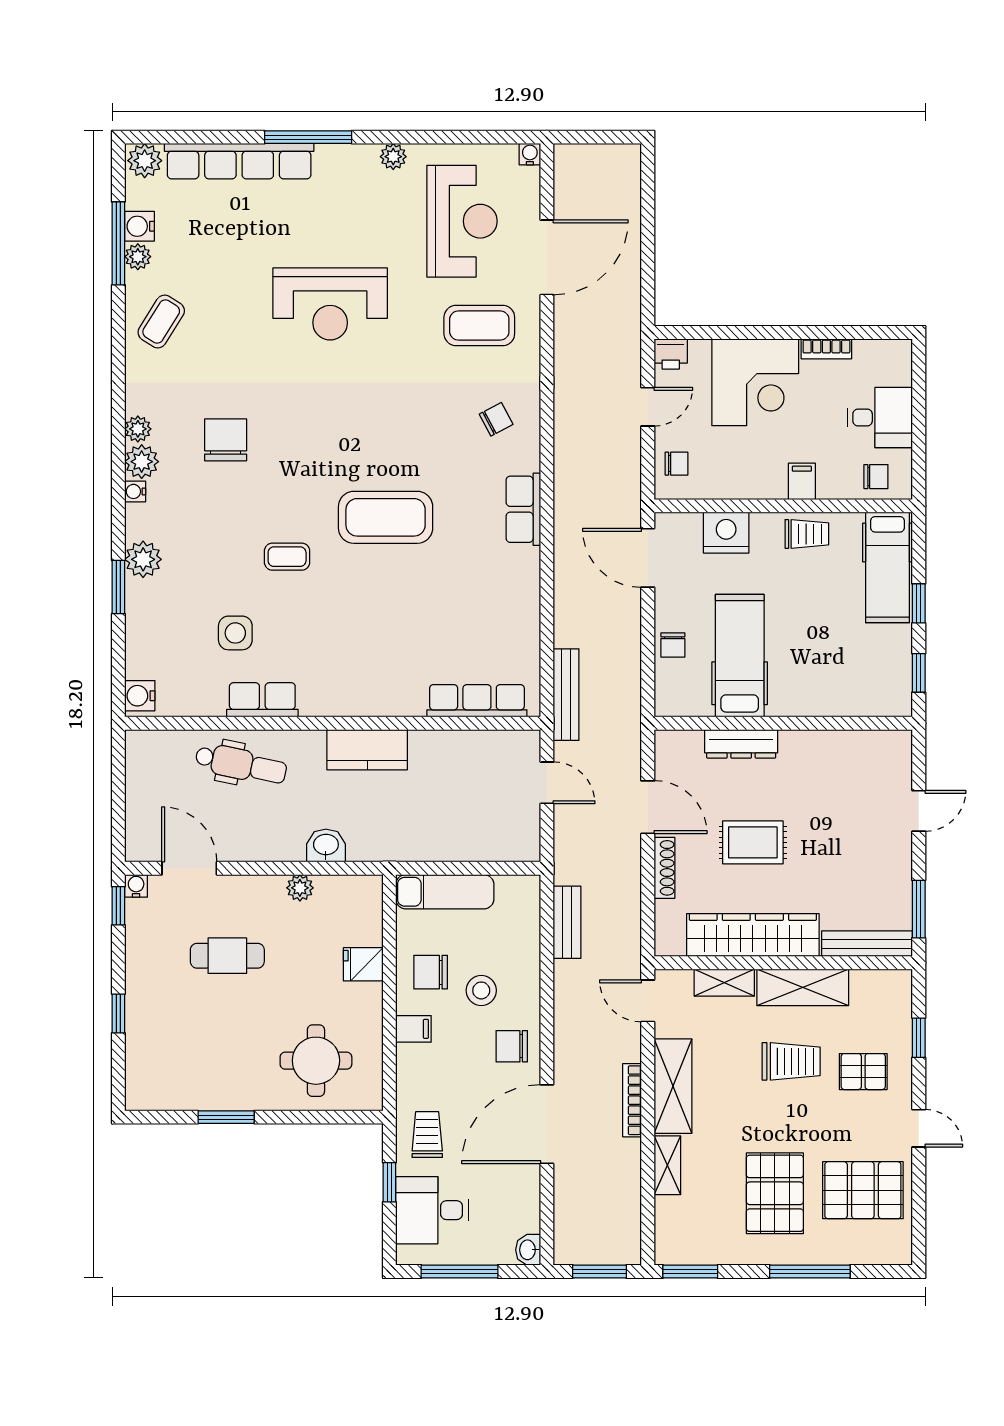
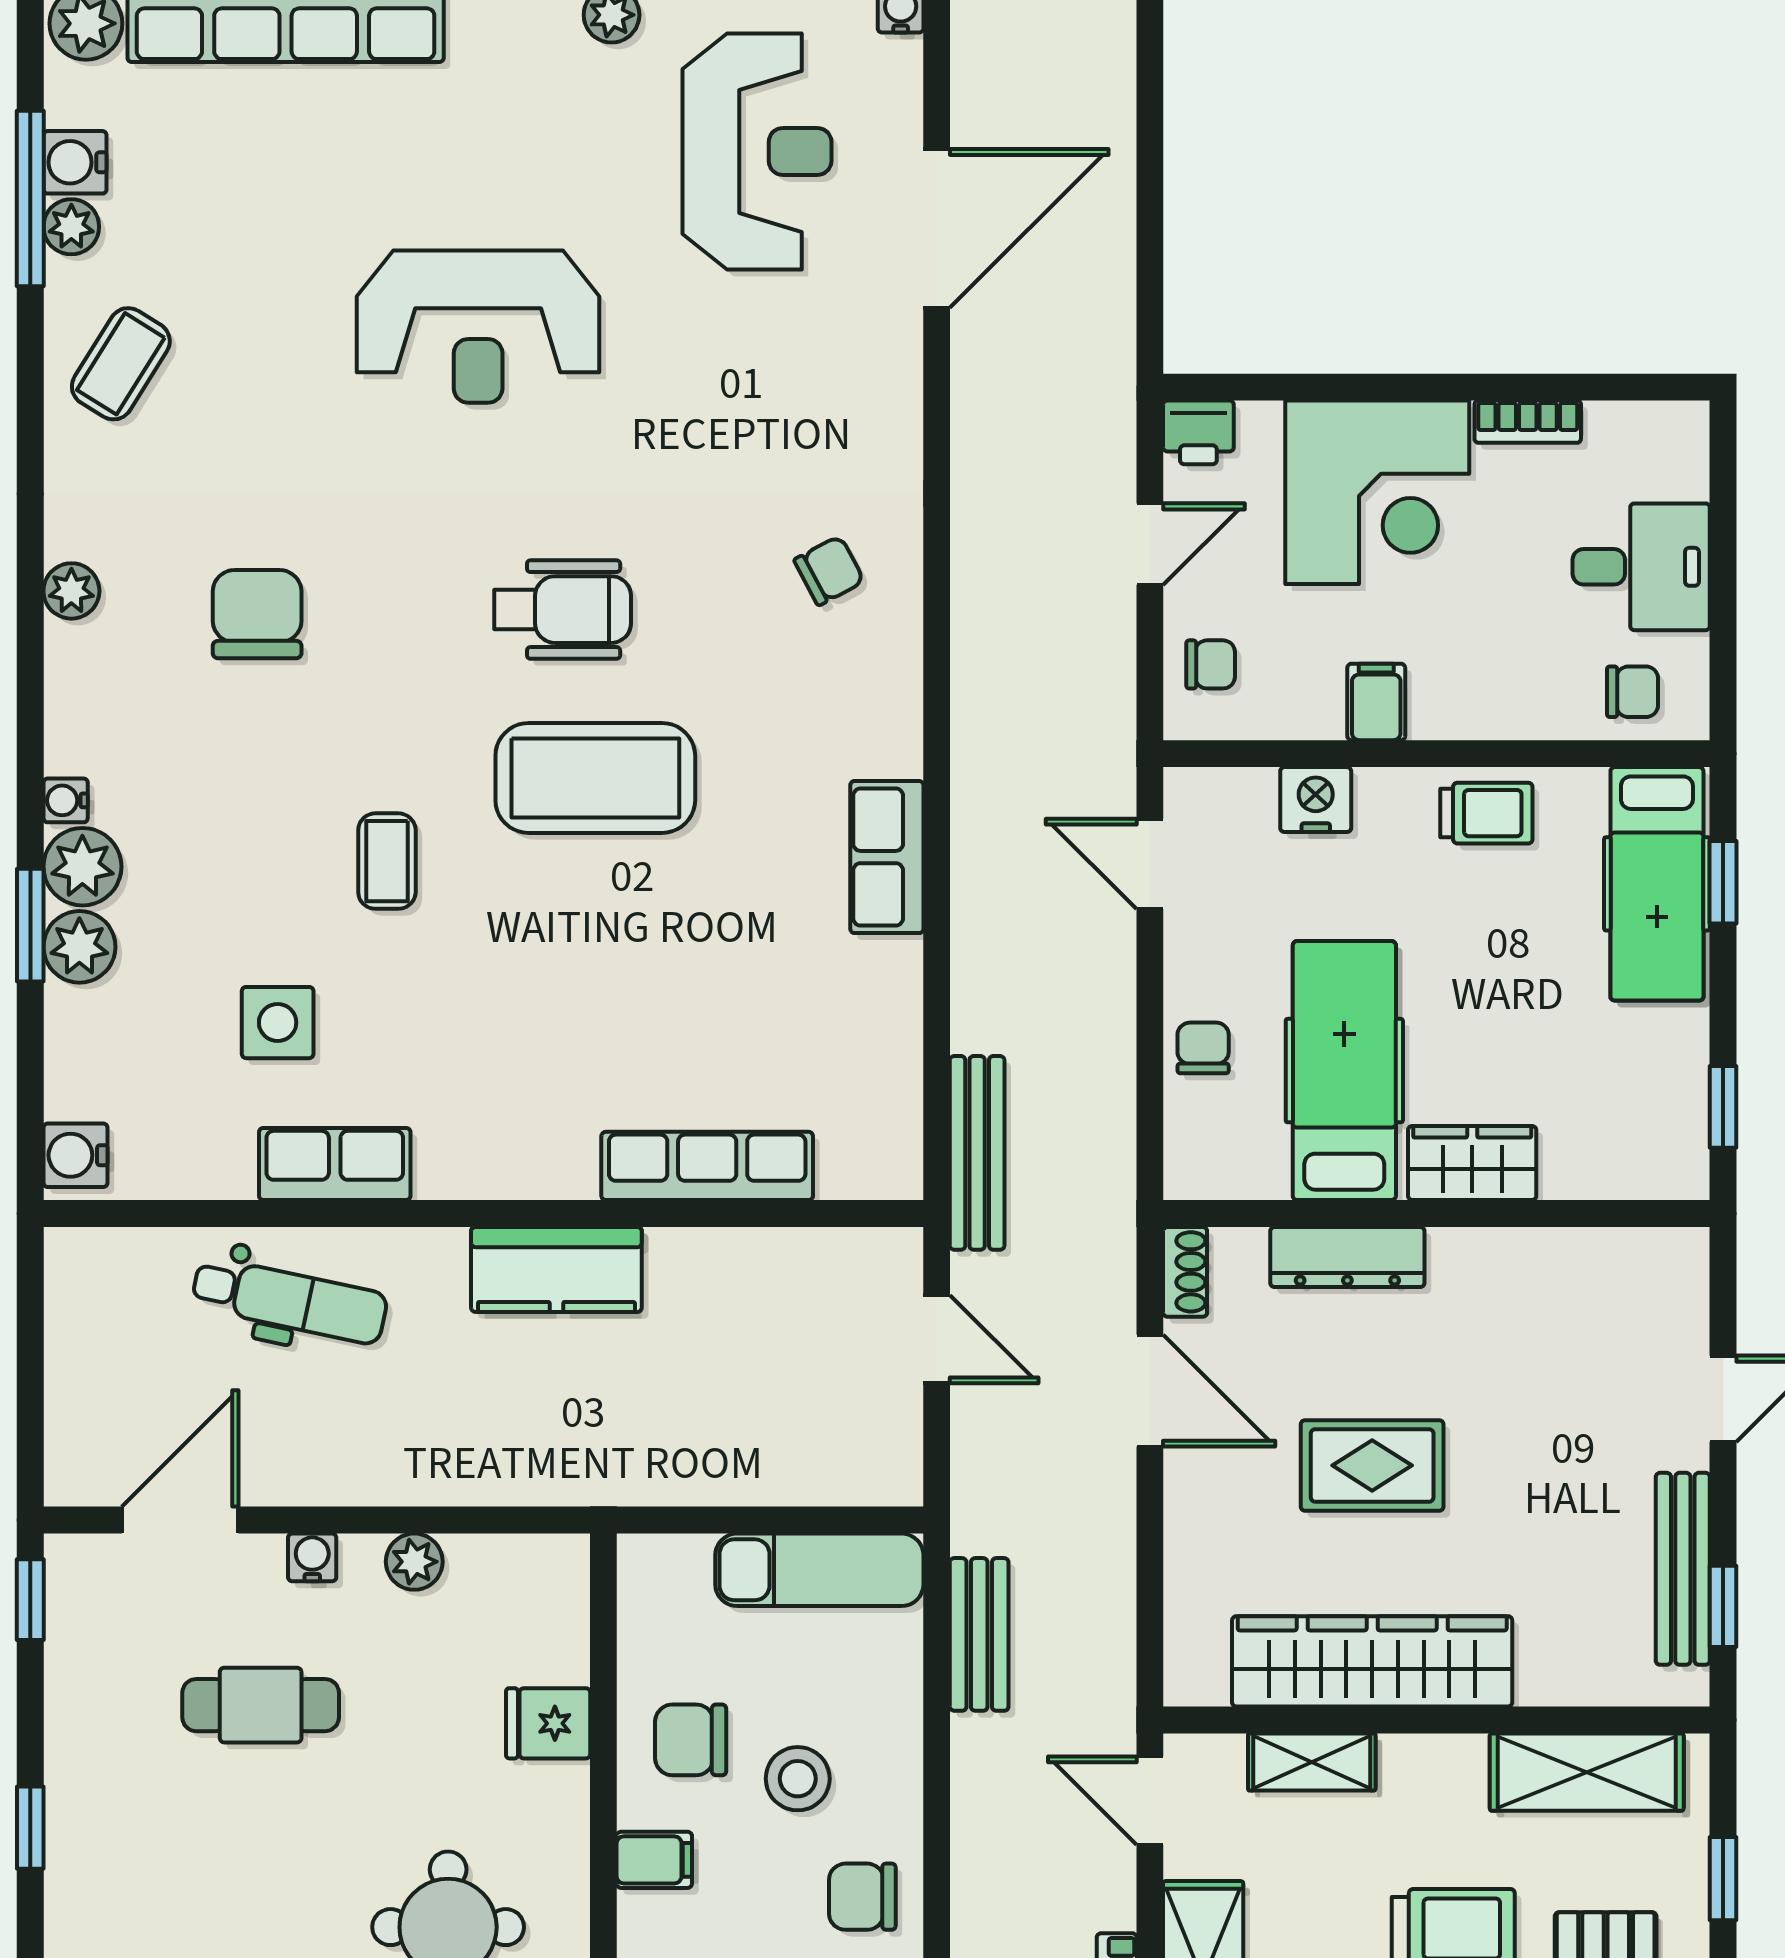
coffee table: (479, 325) -> (794, 372), removed
wheelchair: (370, 438) -> (563, 610), added
plant: (142, 462) -> (79, 947), moved
filing cabinet: (802, 481) -> (1376, 702), moved
water cooler: (135, 491) -> (66, 800), moved
row of seats: (523, 509) -> (887, 857), moved
nightstand: (726, 533) -> (1316, 800), width x0.74, depth x0.75
coffee table: (287, 557) -> (387, 861), turned 90
door: (648, 558) -> (1150, 864), width x0.73
window: (919, 603) -> (1723, 882), moved
chair: (673, 645) -> (1203, 1048), turned 180
wardrobe: (800, 699) -> (1472, 1163), added
row of seats: (477, 701) -> (707, 1166), moved
washbasin: (326, 845) -> (469, 1472), removed
door: (189, 868) -> (180, 1520), hinge flipped
shoe rack: (664, 868) -> (1185, 1272), moved, width x0.70
water cooler: (136, 886) -> (312, 1557), moved
exam couch: (445, 892) -> (819, 1570), moved
window: (919, 909) -> (1723, 1606), width x0.67
bench: (867, 944) -> (1683, 1569), moved, turned 90
shelving: (803, 987) -> (1587, 1772), moved

